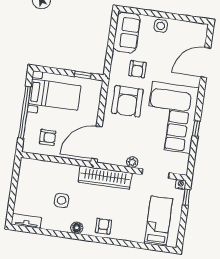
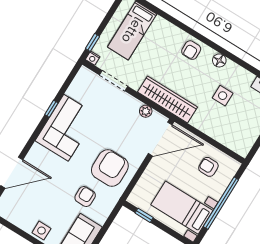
corner sofa: (171, 117) -> (66, 128), width x0.73, depth x0.74
plant: (132, 162) -> (146, 111), moved

